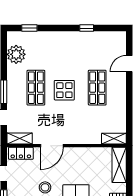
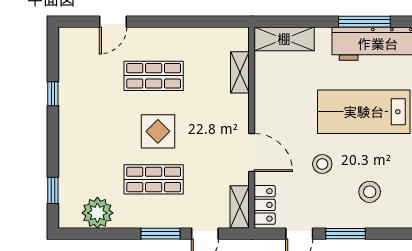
door: (129, 64) -> (113, 22), hinge flipped
shelving: (114, 139) -> (240, 72), moved

